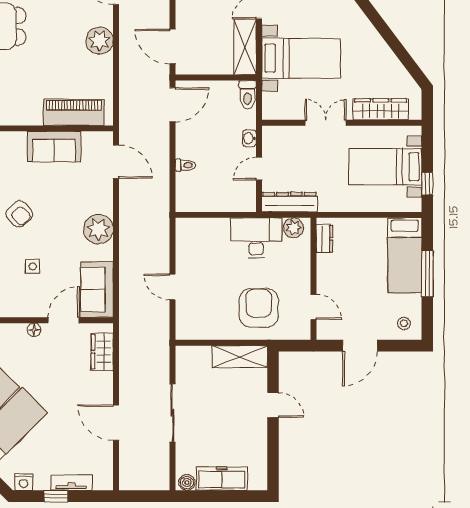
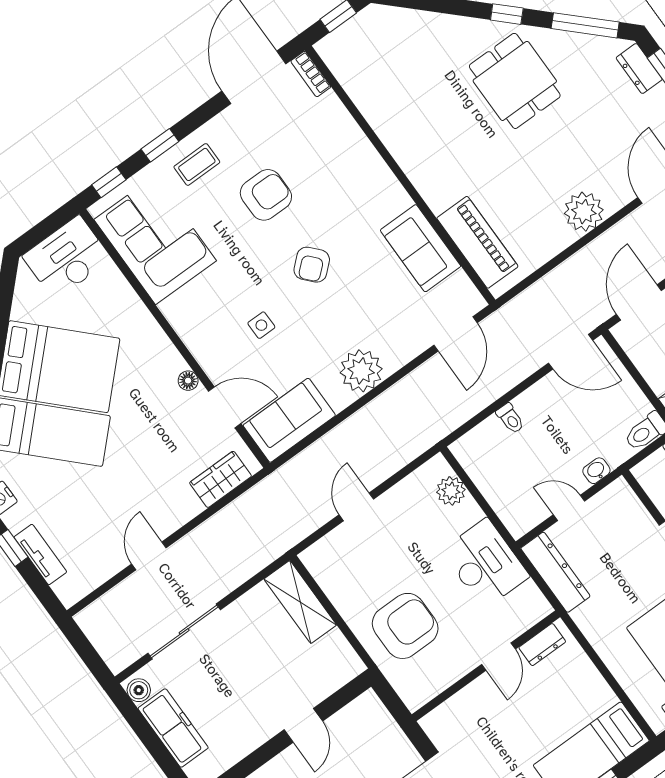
plant: (293, 228) -> (451, 491), moved
door: (314, 307) -> (498, 657), moved
shelving: (240, 357) -> (300, 602), moved
sliding door: (172, 413) -> (184, 631), moved
door: (116, 423) -> (149, 556), width x0.73

